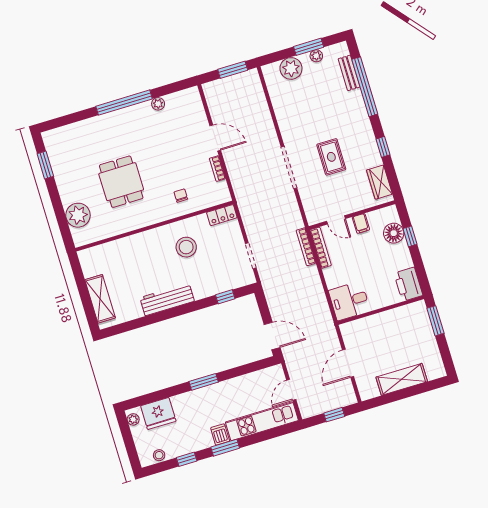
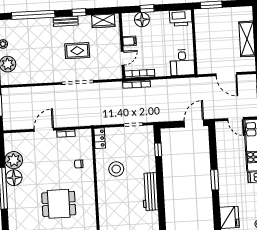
bench: (349, 73) -> (66, 21), moved
plant: (158, 104) -> (14, 160), width x1.87, depth x1.87
floor lamp: (142, 113) -> (14, 178), added

